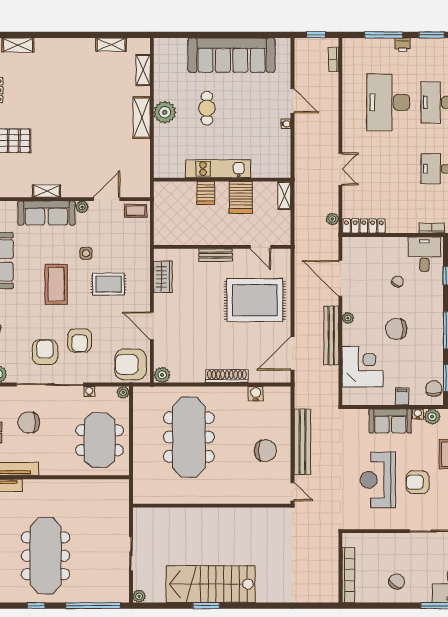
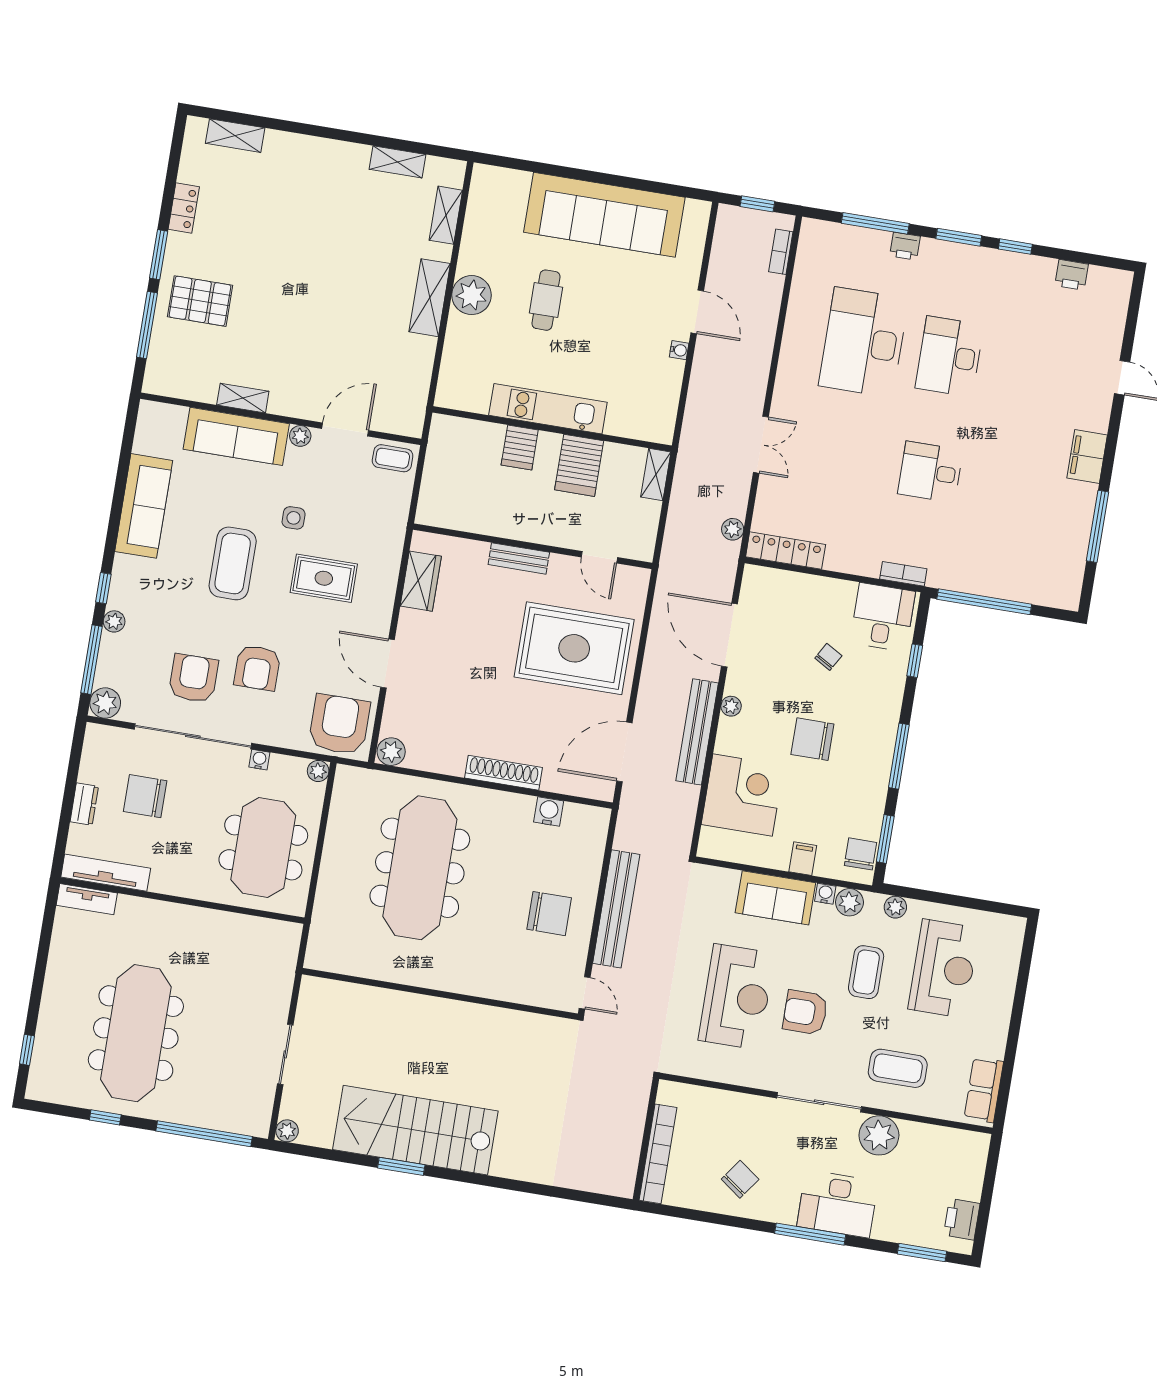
armchair: (131, 364) -> (339, 724), turned 90
reception desk: (378, 480) -> (736, 997), turned 180

